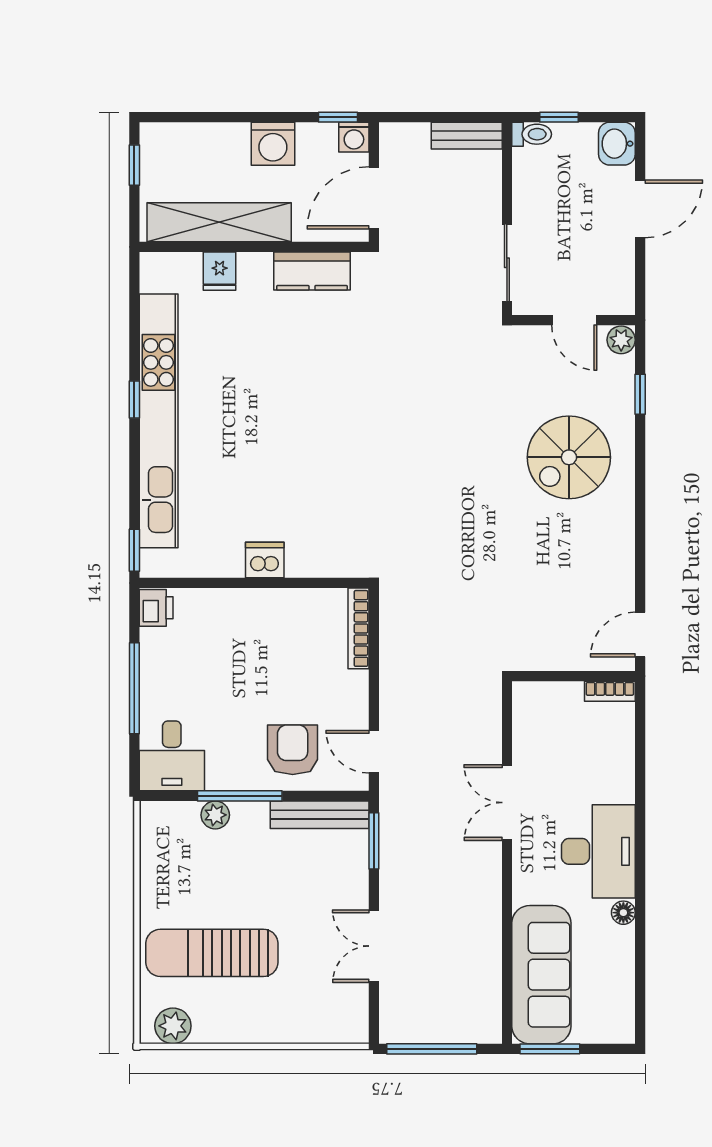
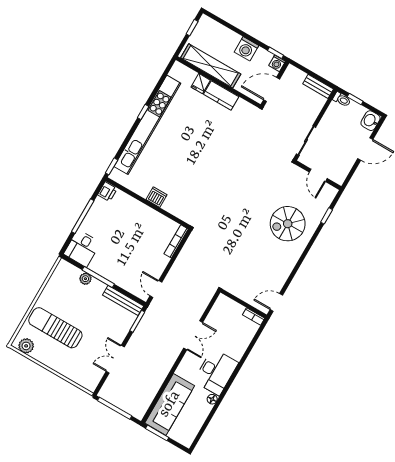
kitchen counter: (312, 271) -> (221, 95), moved
plant: (621, 340) -> (331, 192), removed
armchair: (293, 750) -> (127, 271), removed
double door: (507, 803) -> (193, 335), swing flipped

